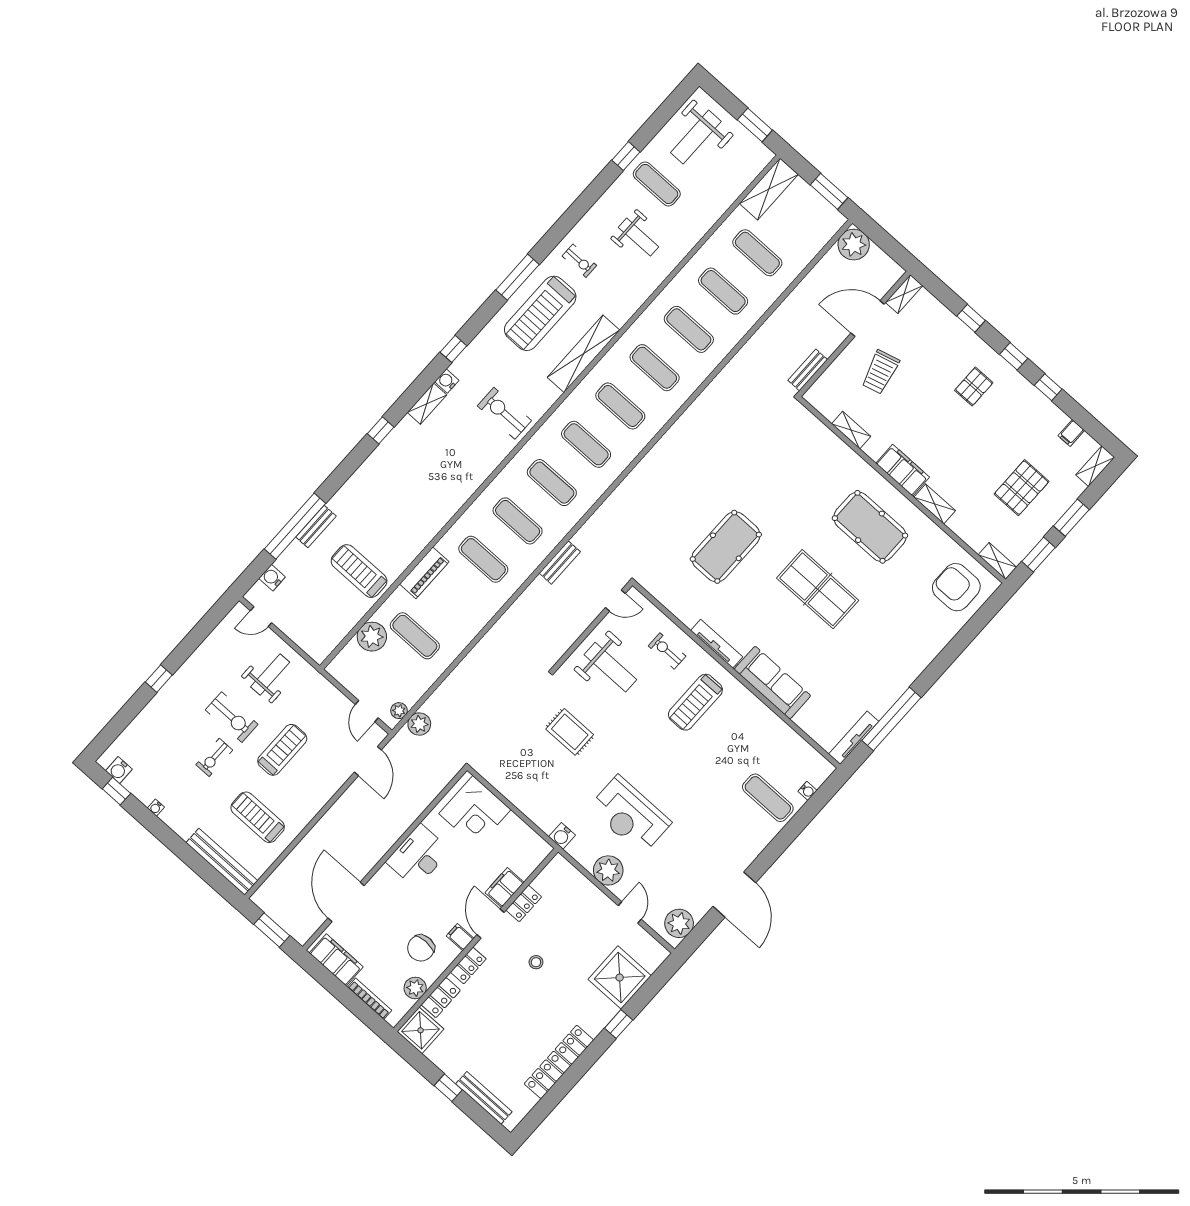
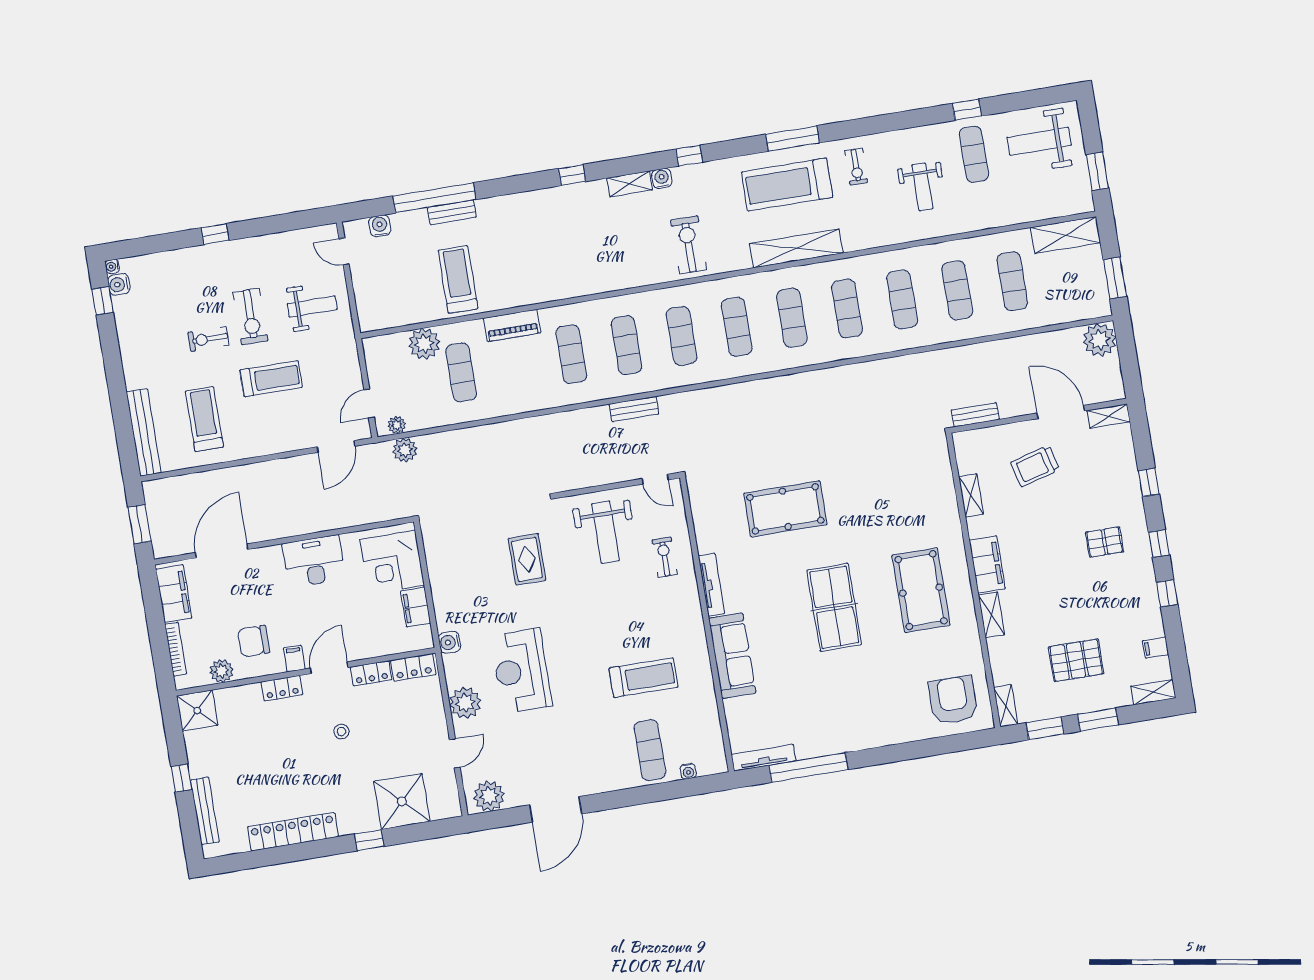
treadmill: (695, 702) -> (643, 678), moved, turned 180
water cooler: (156, 808) -> (112, 266), moved
filing cabinet: (505, 887) -> (416, 607), moved, turned -90
locker: (441, 998) -> (413, 667), moved

